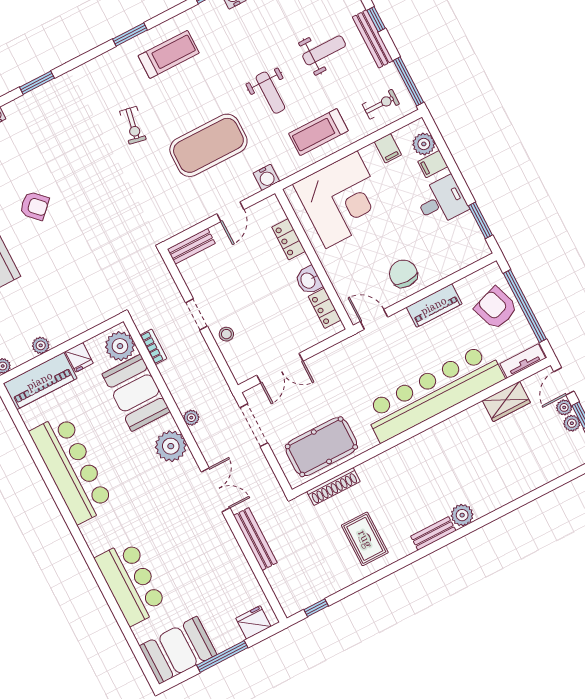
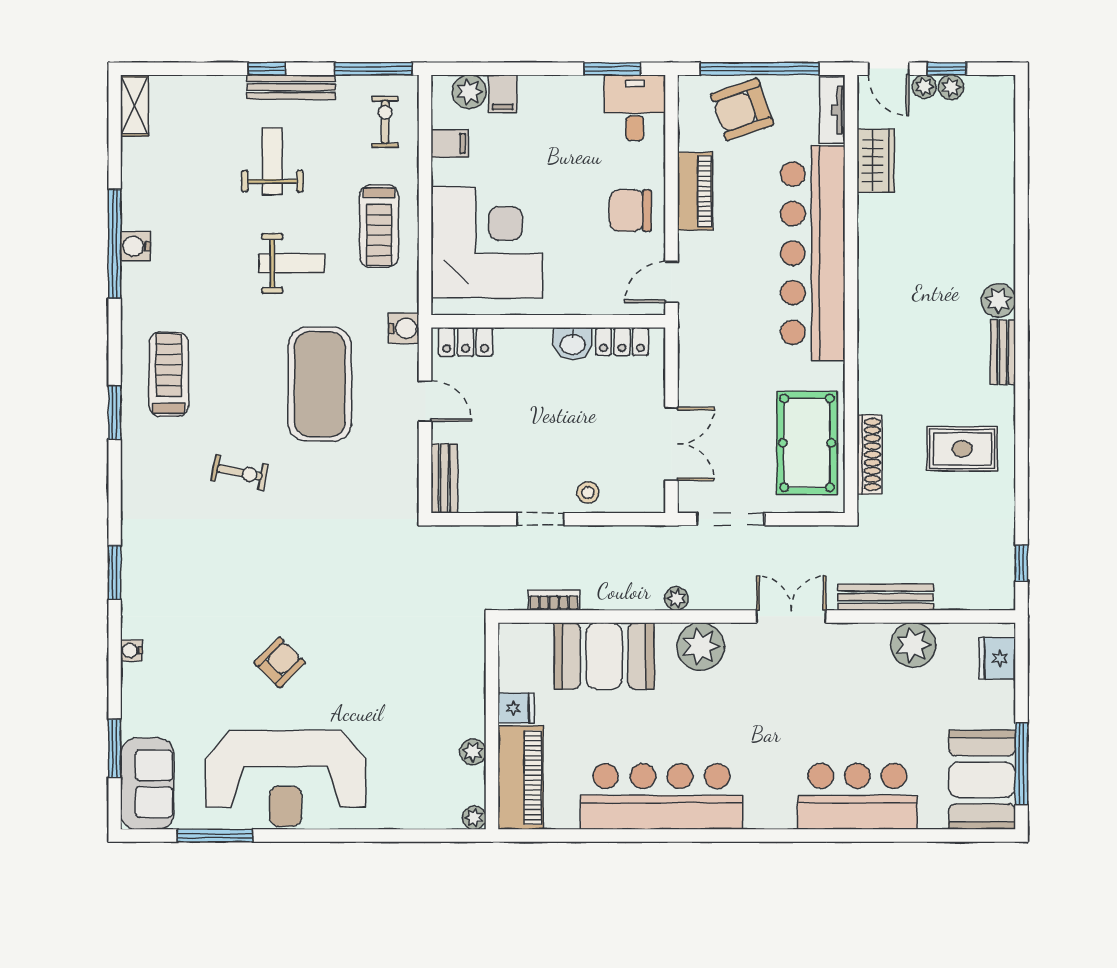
desk: (442, 201) -> (635, 108), moved
locker: (289, 239) -> (466, 342), moved
plant: (120, 346) -> (913, 645), moved
window: (222, 656) -> (1021, 764), moved

